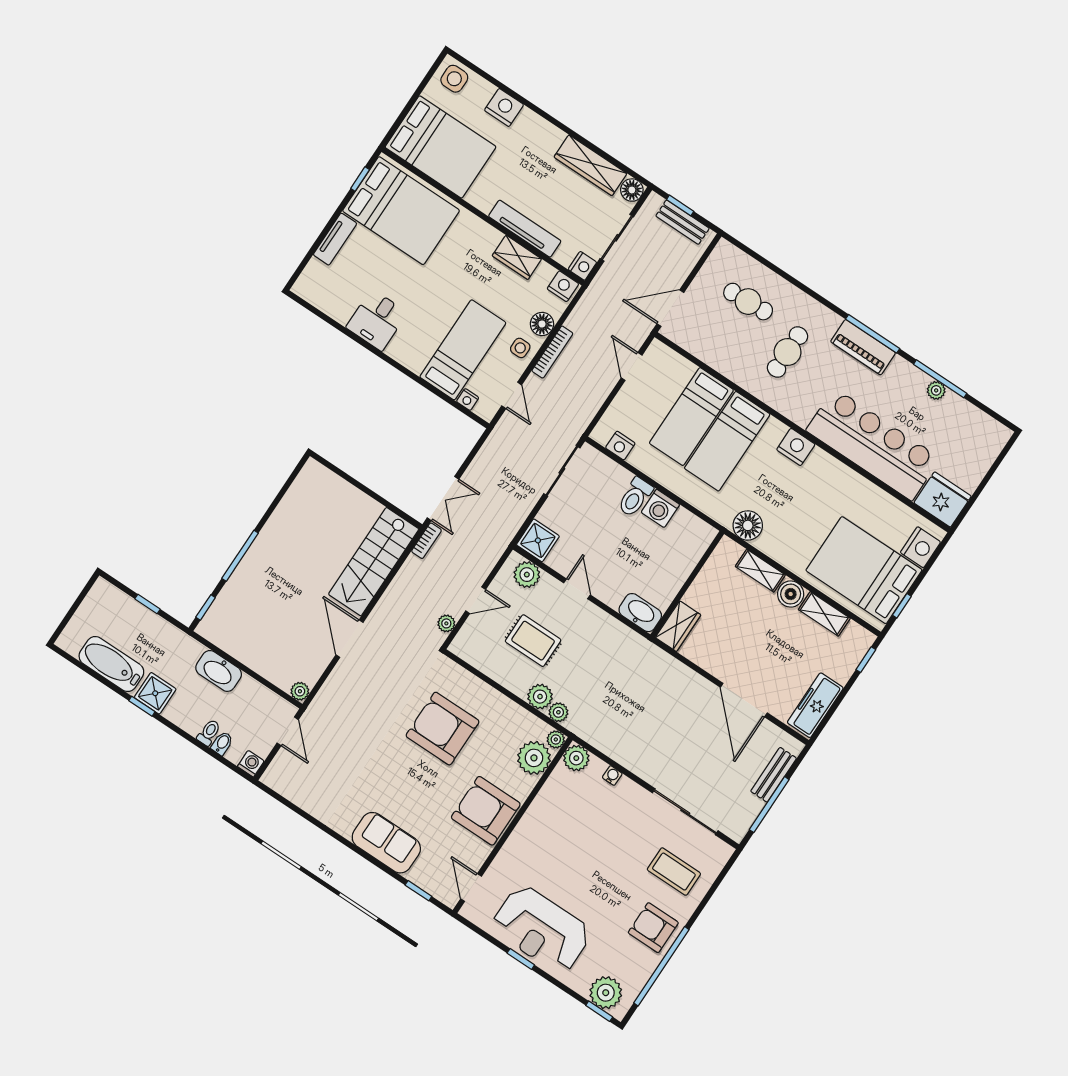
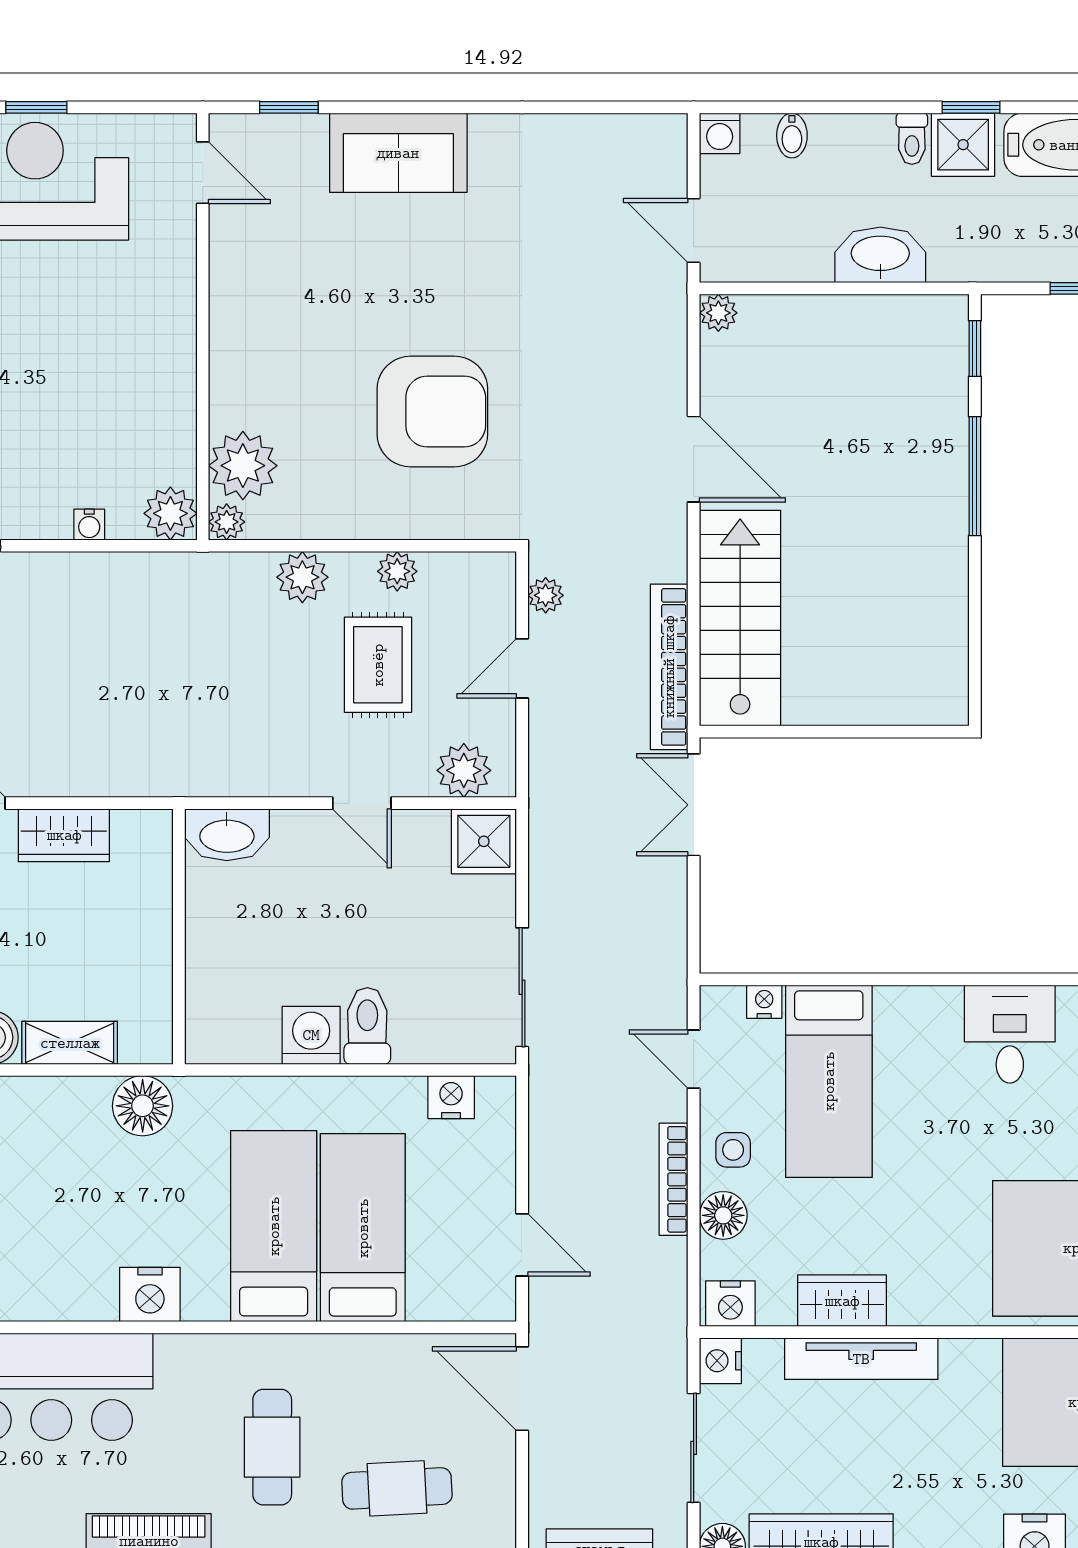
door: (670, 308) -> (522, 1389), swing flipped
bookcase: (426, 541) -> (669, 667), width x2.31, depth x1.31
wardrobe: (678, 626) -> (64, 835), moved, turned -90
rug: (533, 641) -> (378, 665), turned 90
plant: (558, 712) -> (397, 571), moved
toilet: (209, 733) -> (912, 139), moved
armchair: (486, 811) -> (265, 320), removed

